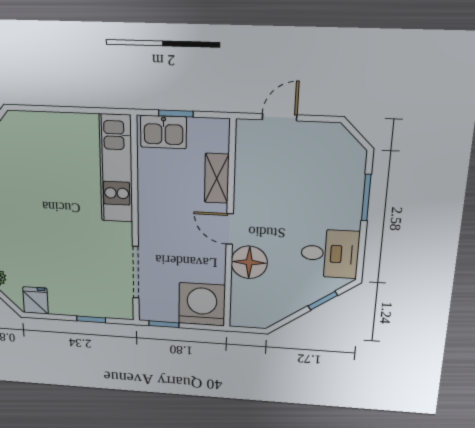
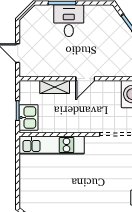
desk: (330, 254) -> (69, 21), moved
floor lamp: (249, 262) -> (106, 67), removed

